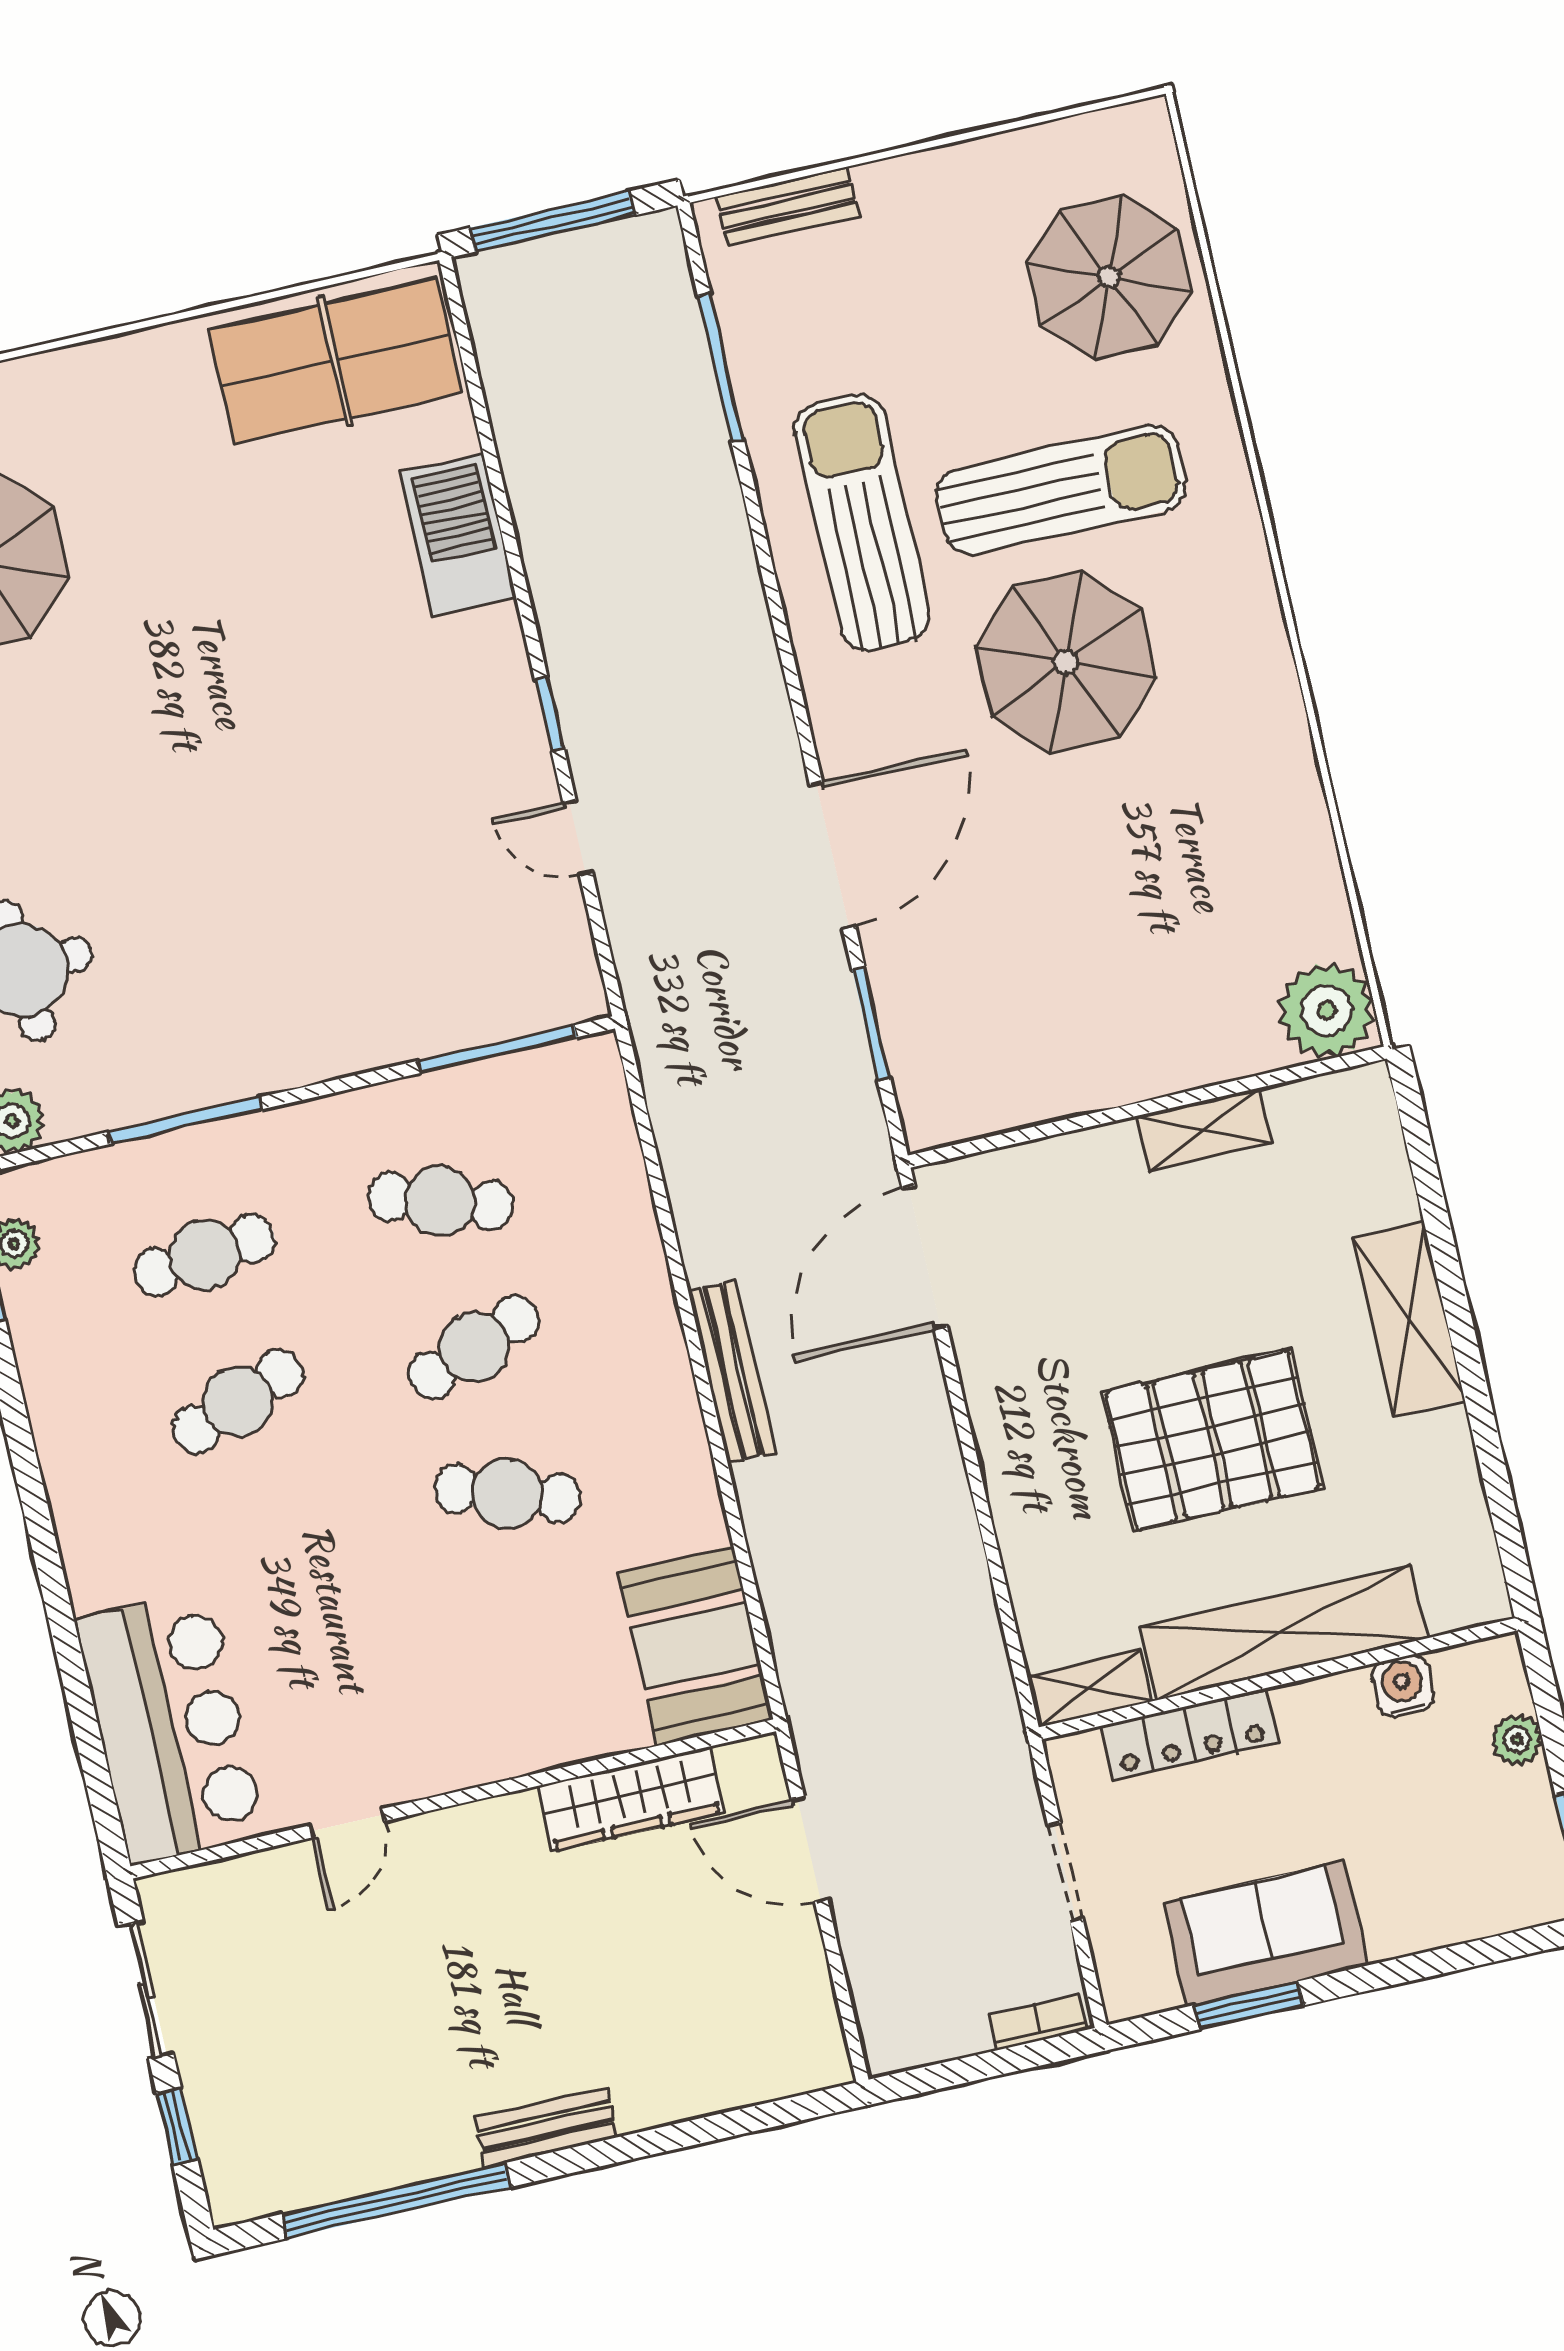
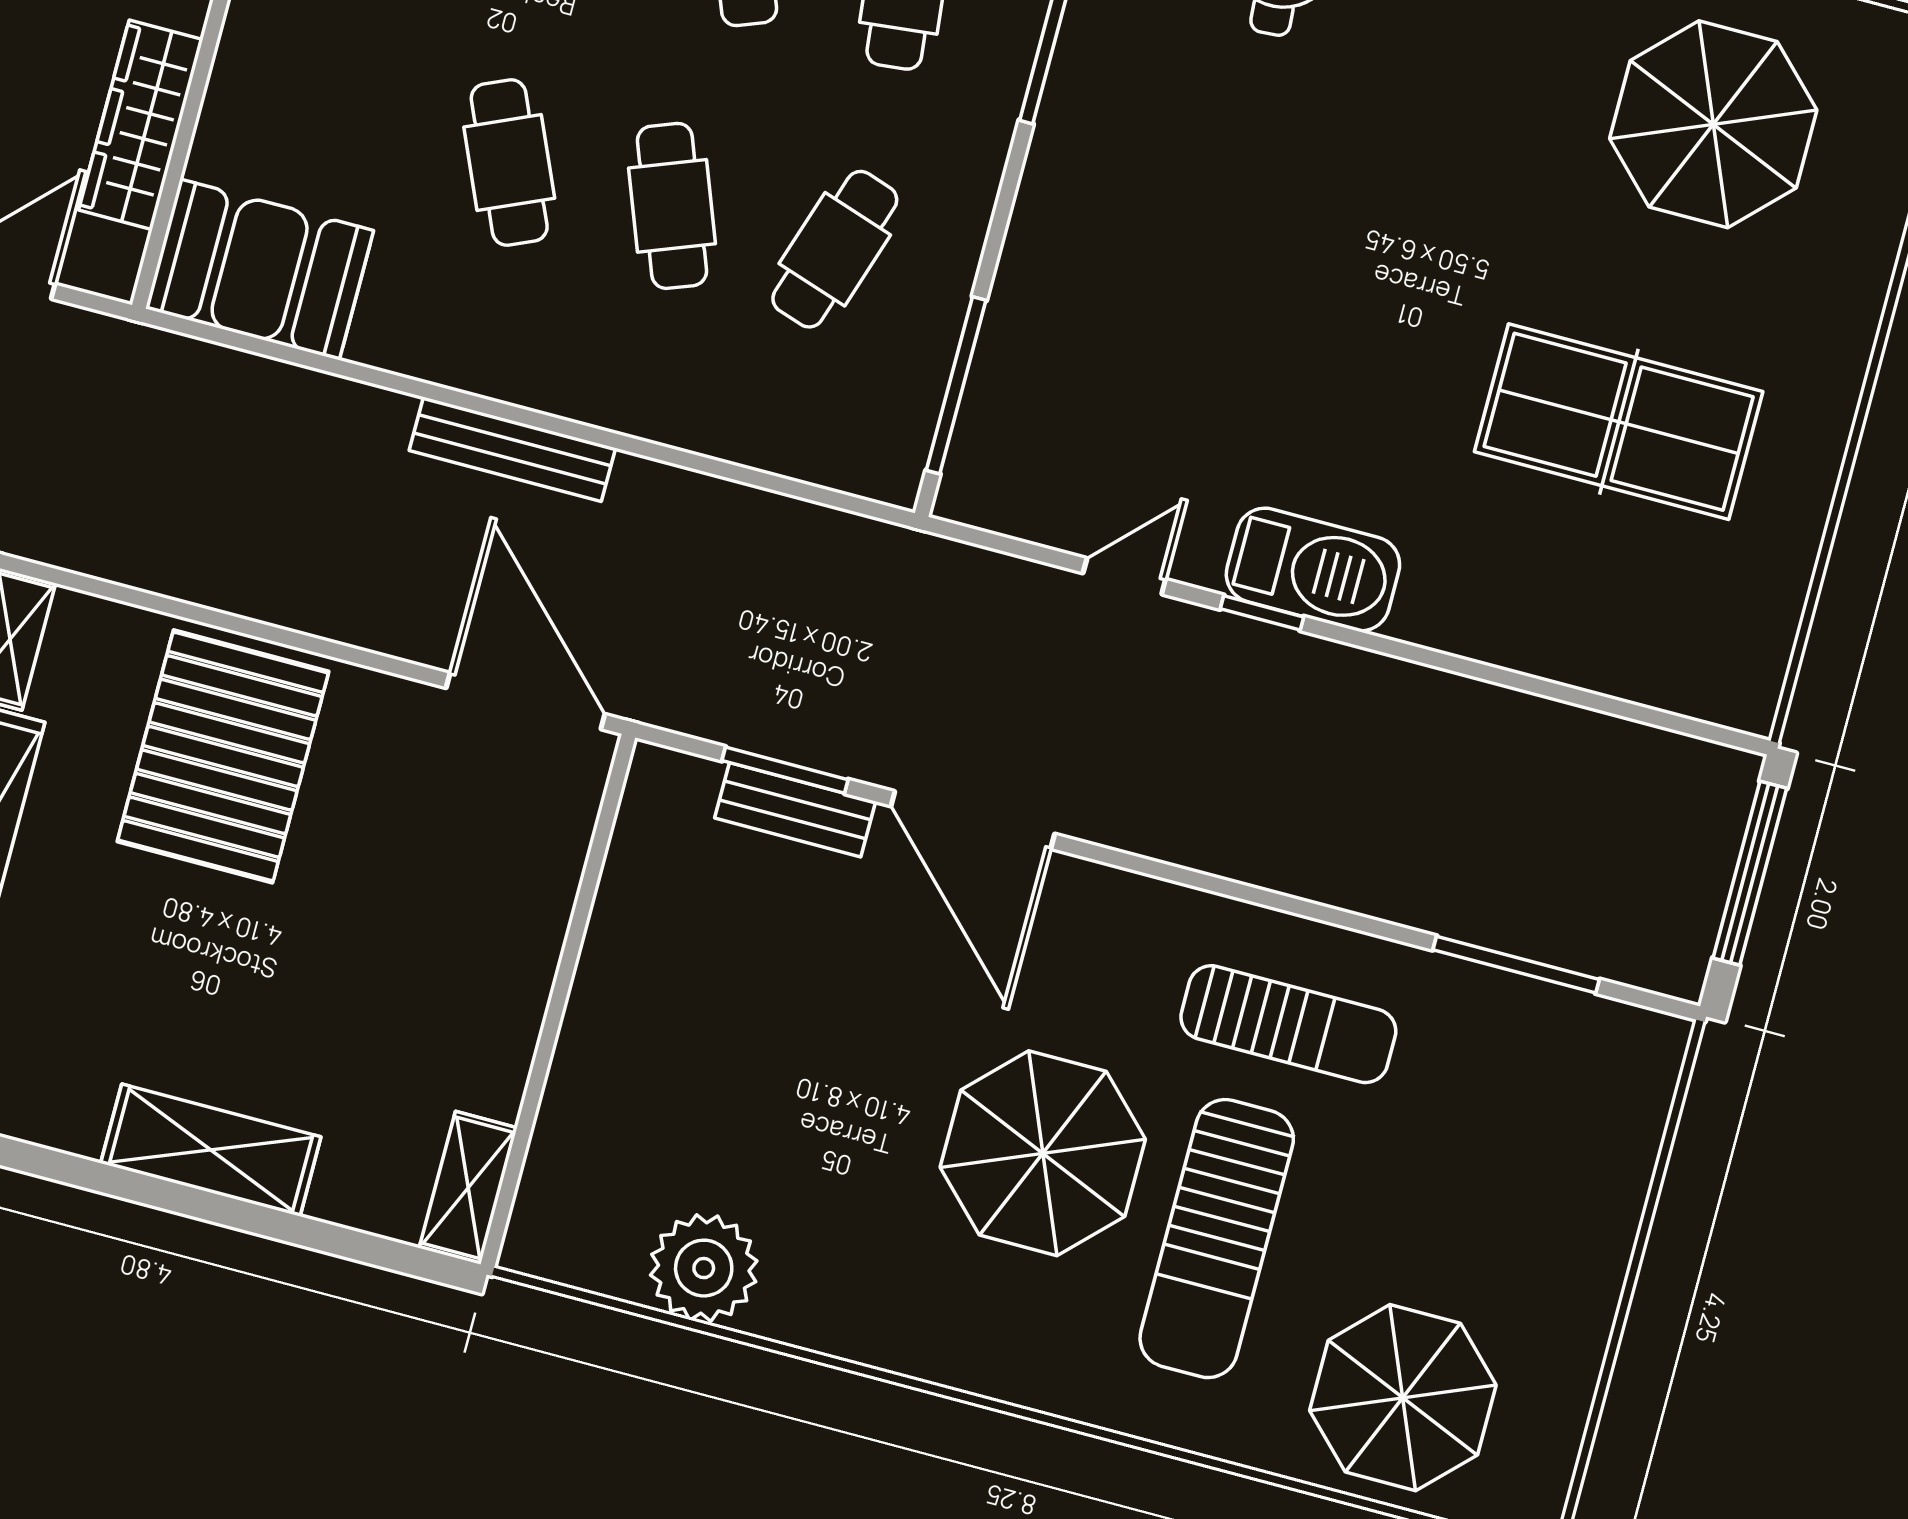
bench: (787, 207) -> (795, 810), moved, turned 90
table tennis table: (335, 361) -> (1619, 422), moved, turned 90
sun lounger: (862, 522) -> (1288, 1024), width x0.73, depth x0.75
barbecue: (458, 535) -> (1313, 570), moved
plant: (1327, 1010) -> (704, 1268), moved
shelving: (1205, 1129) -> (468, 1188), moved
pallet: (1213, 1440) -> (223, 756), moved
cafe table: (507, 1494) -> (509, 163), turned -42

